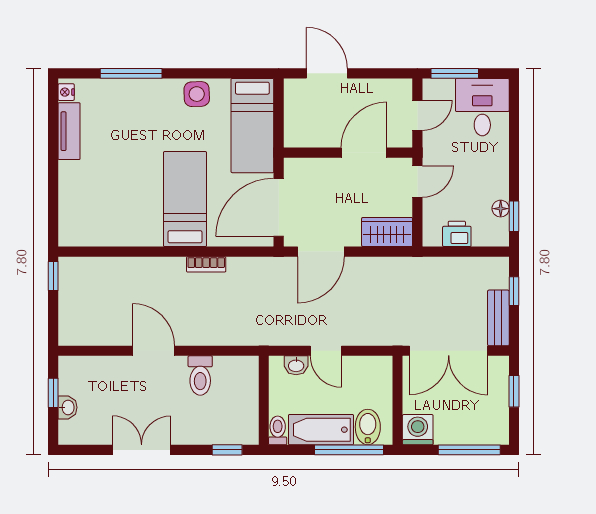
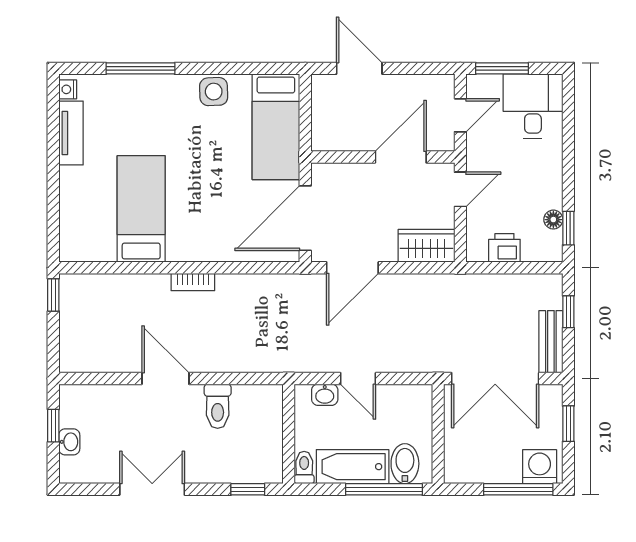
bed: (185, 199) -> (141, 209), moved
bookcase: (206, 264) -> (193, 282), moved
washing machine: (418, 430) -> (540, 467), moved

